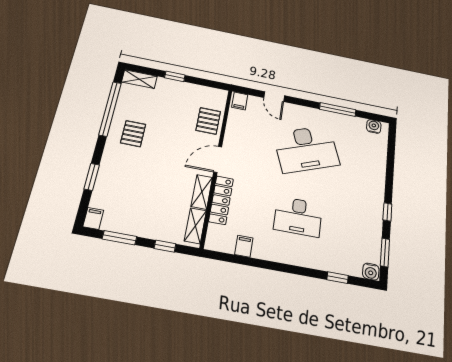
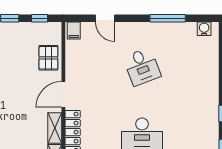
window: (206, 83) -> (39, 18), added
desk: (306, 149) -> (142, 67), width x0.53, depth x0.77

